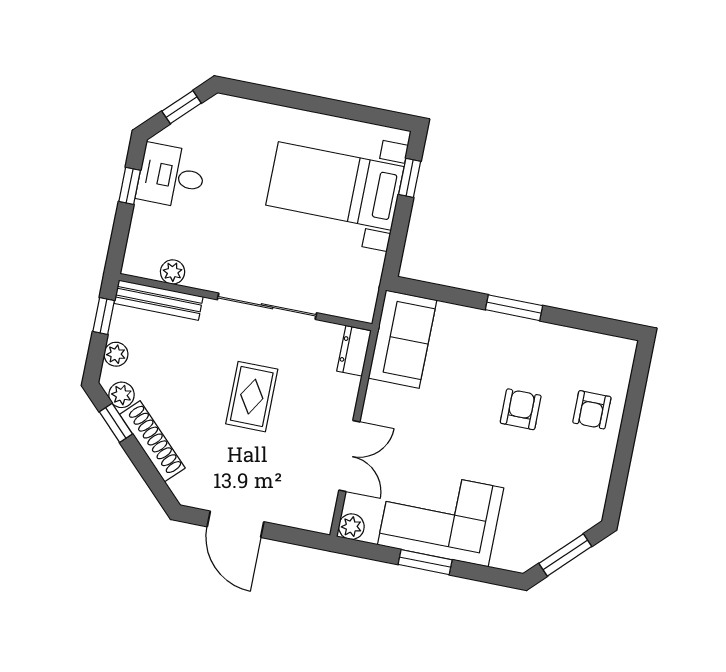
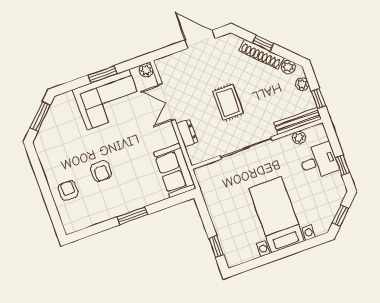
desk: (171, 176) -> (319, 161), moved
bed with nightstands: (335, 186) -> (277, 215), moved, turned -90
dresser: (354, 351) -> (187, 133), moved
window: (116, 423) -> (263, 43), moved

